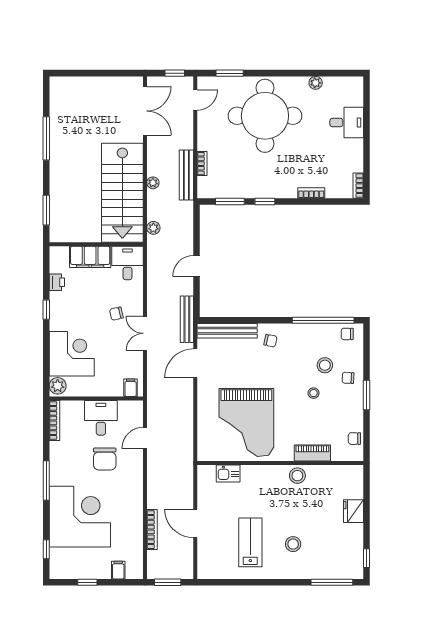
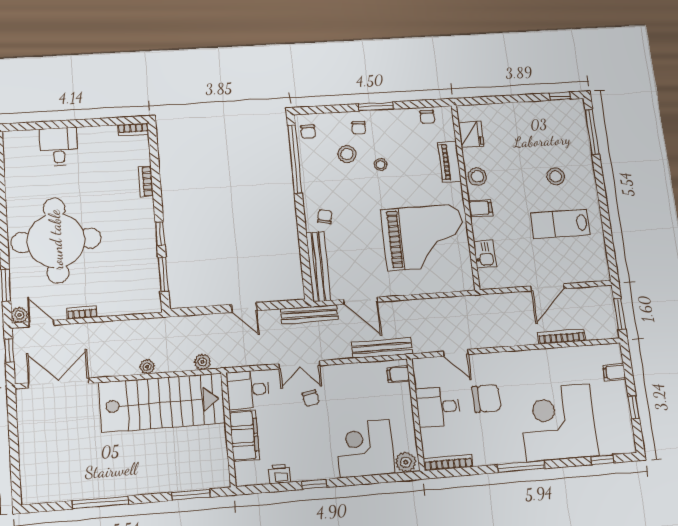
plant: (316, 83) -> (19, 315), moved
bookcase: (202, 164) -> (82, 313), moved
bench: (186, 175) -> (382, 348), moved
double door: (145, 333) -> (299, 365), moved
filing cabinet: (269, 475) -> (480, 208), added
fridge: (353, 511) -> (471, 134), moved, turned -90

